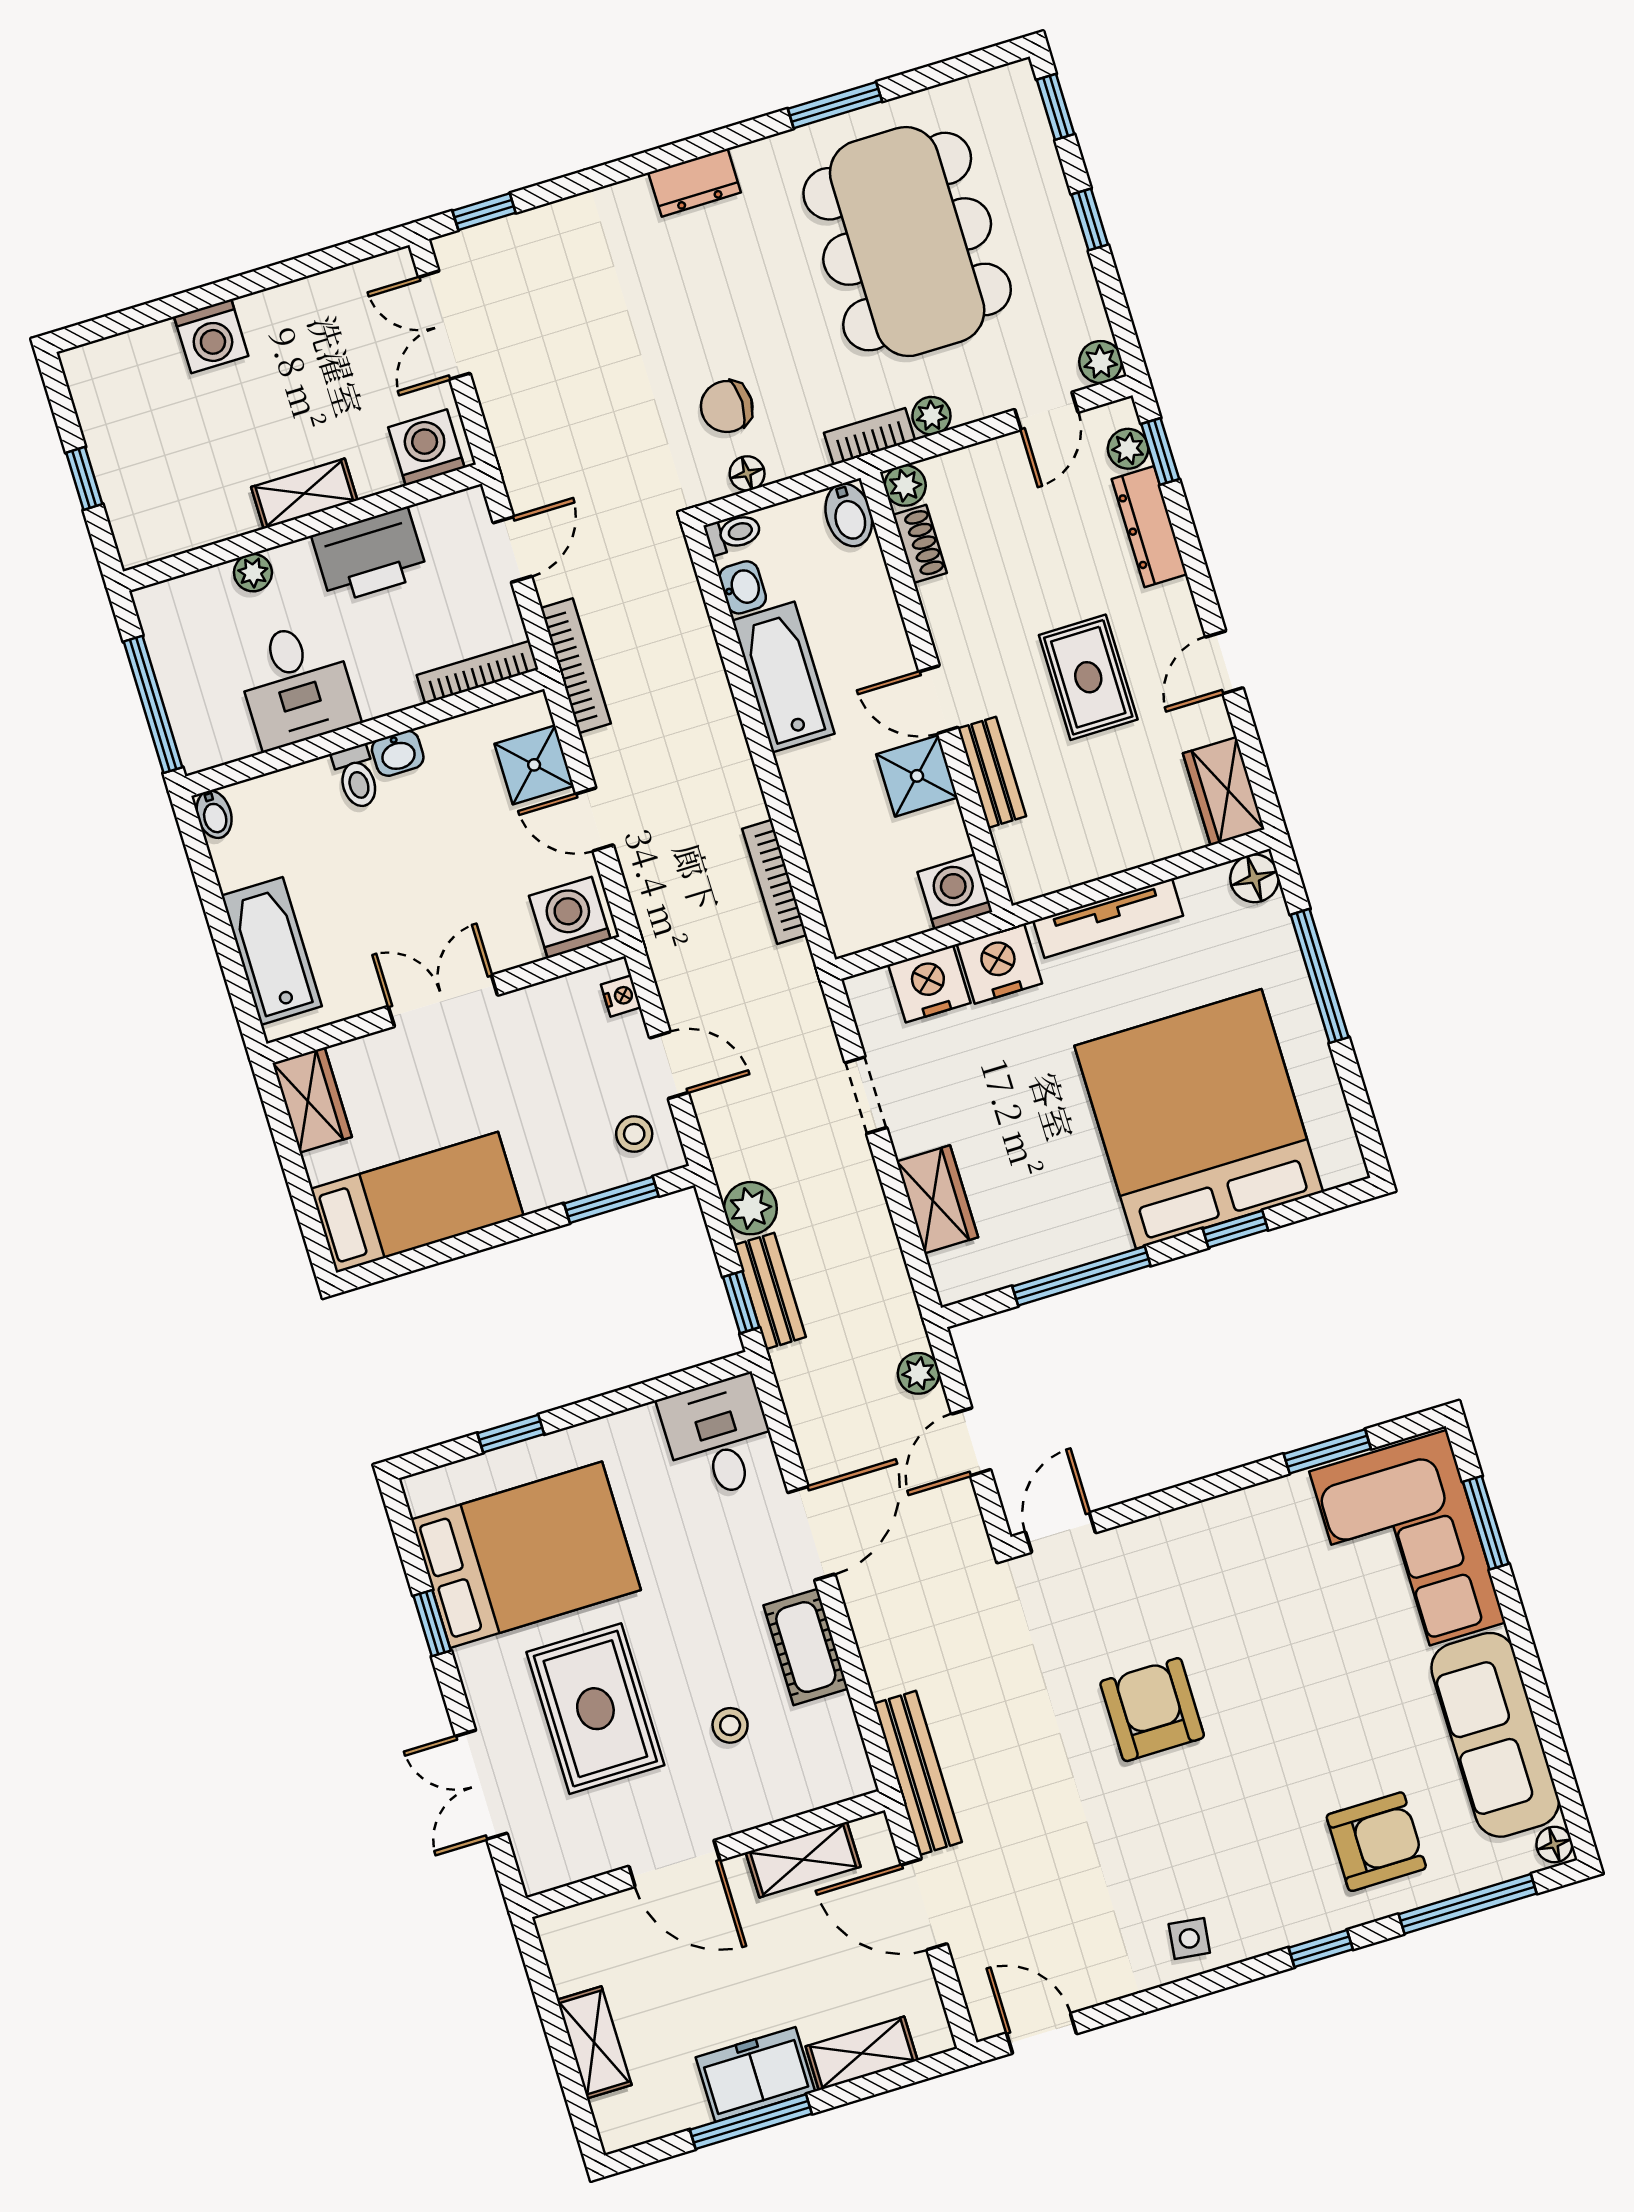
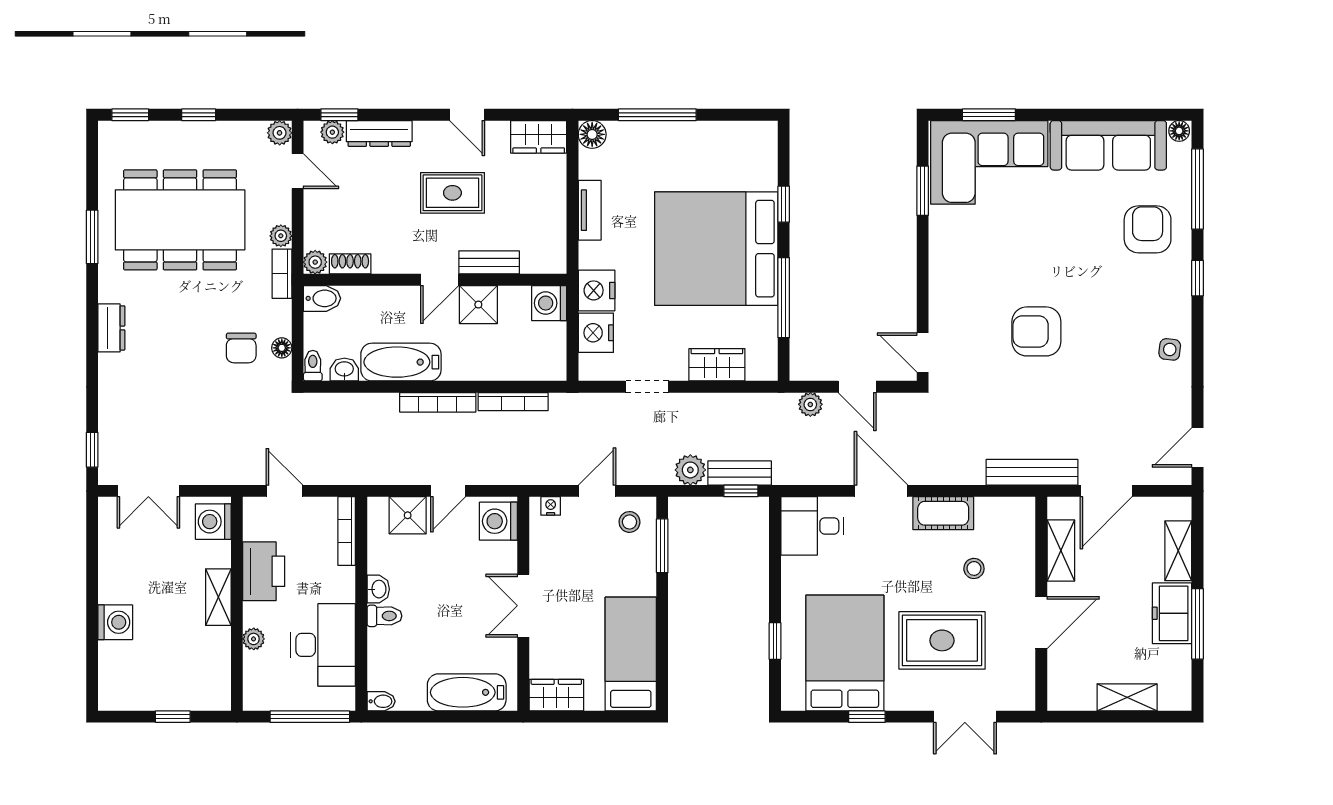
bookcase: (576, 666) -> (438, 402), moved, turned 180
desk: (296, 685) -> (323, 645), width x1.37
tv unit: (1108, 918) -> (590, 210), width x0.71
bed: (1199, 1119) -> (716, 249), moved

